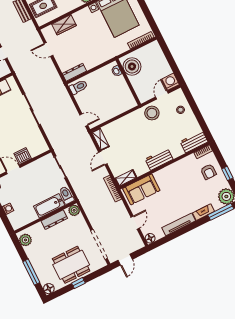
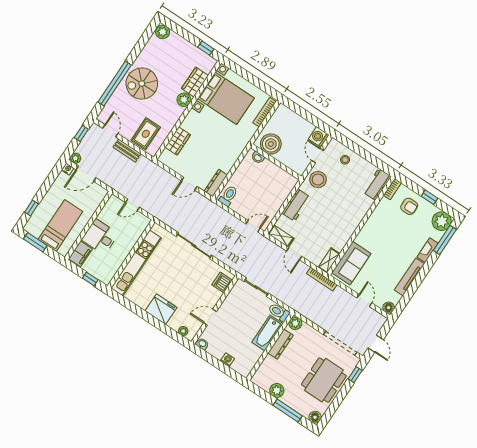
door: (48, 49) -> (189, 184), moved
dishwasher: (23, 156) -> (222, 282), moved
workbench: (159, 159) -> (296, 205), moved, turned 180
plant: (25, 240) -> (277, 390), moved
window: (78, 283) -> (355, 375), moved

